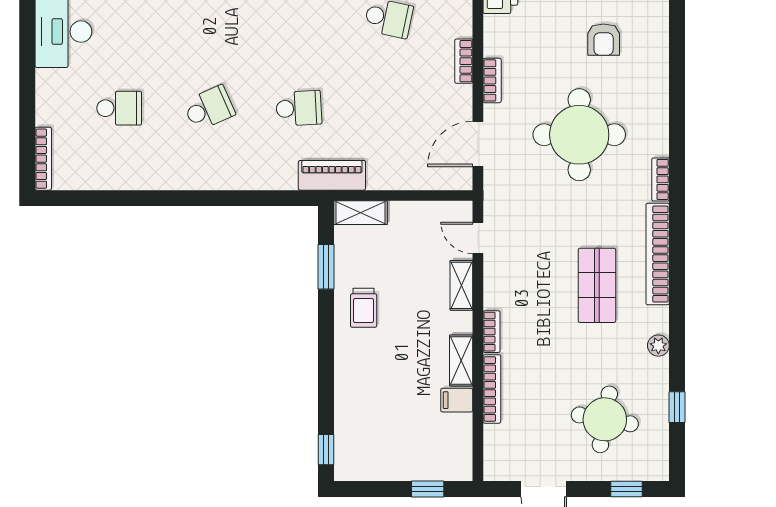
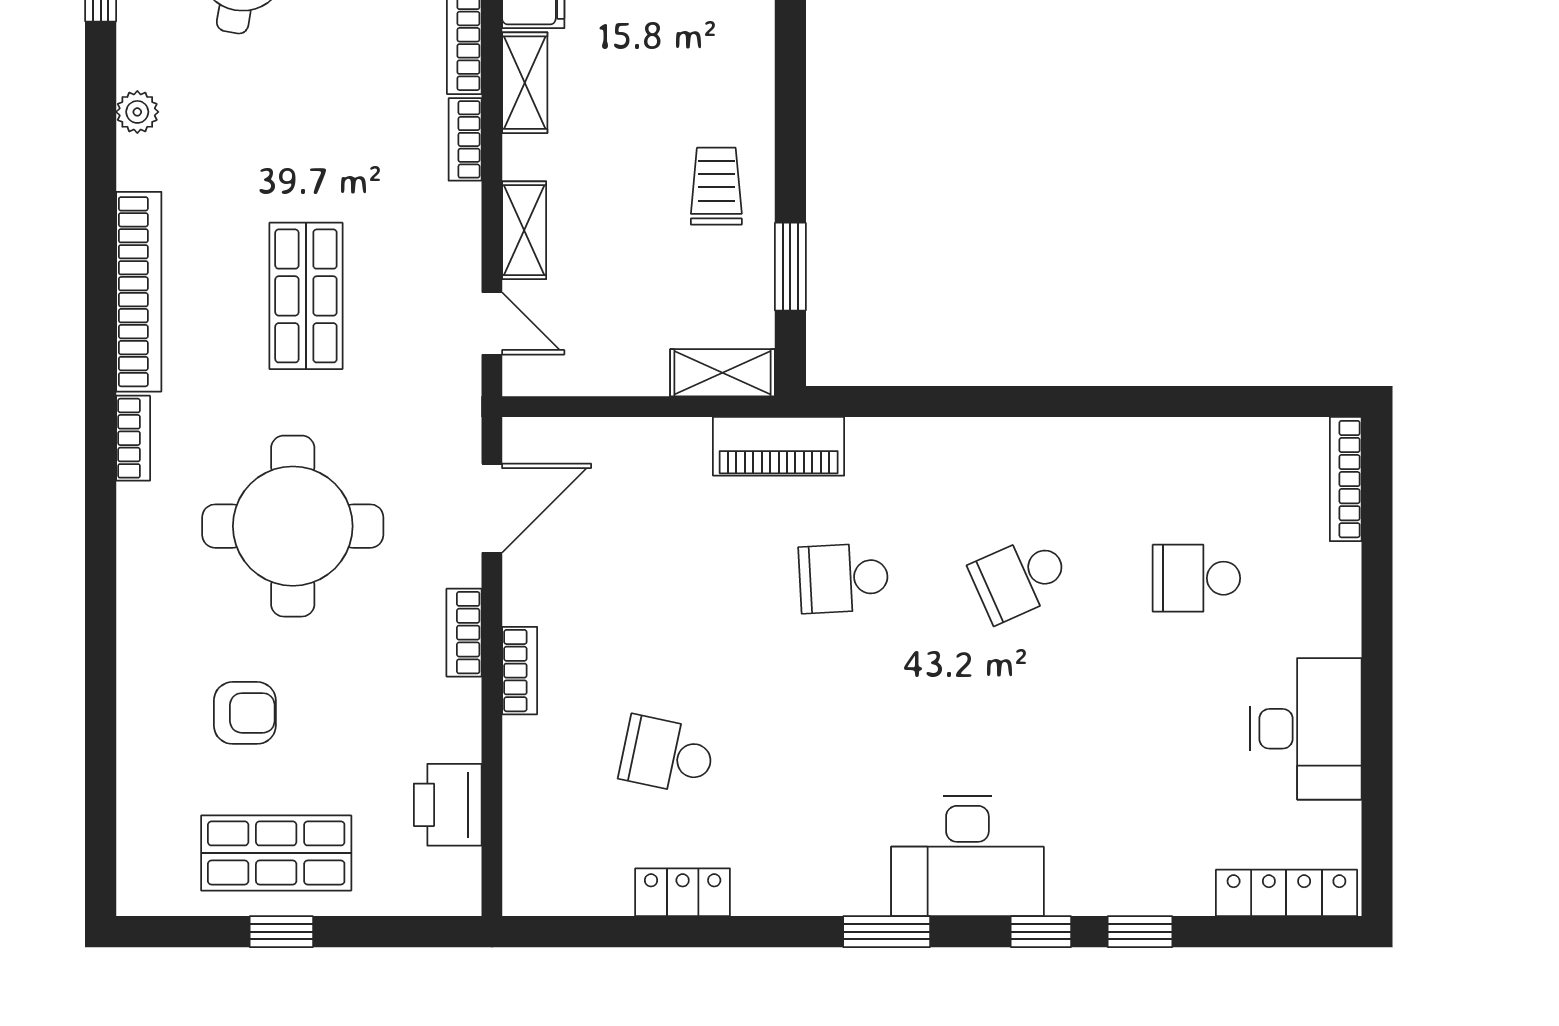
armchair: (604, 40) -> (245, 713), turned 90
shop shelf: (597, 285) -> (306, 296), moved

